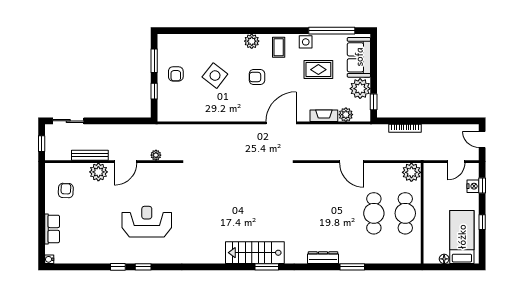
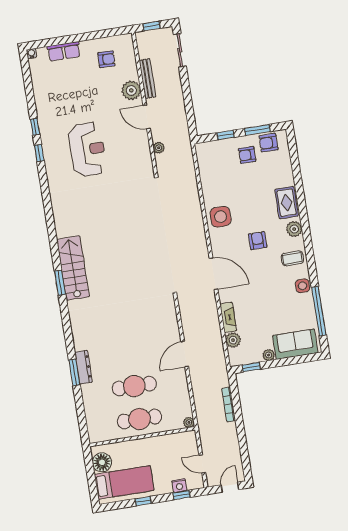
armchair: (168, 52) -> (268, 143), added
rug: (318, 70) -> (287, 203), moved
side table: (215, 76) -> (221, 217), moved, turned -38
plant: (360, 89) -> (269, 355), width x0.53, depth x0.53
plant: (411, 172) -> (189, 422), width x0.53, depth x0.53
dresser: (323, 258) -> (84, 367), moved
floor lamp: (444, 259) -> (102, 462), width x1.89, depth x1.89

